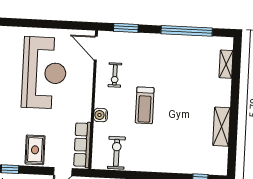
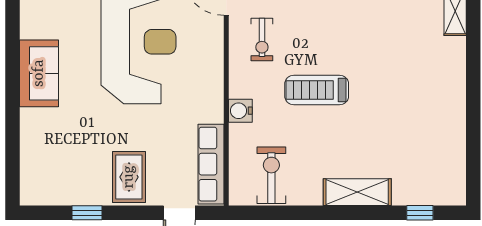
treadmill: (145, 105) -> (317, 90), turned 90
shelving: (222, 127) -> (357, 192), moved, turned 90

